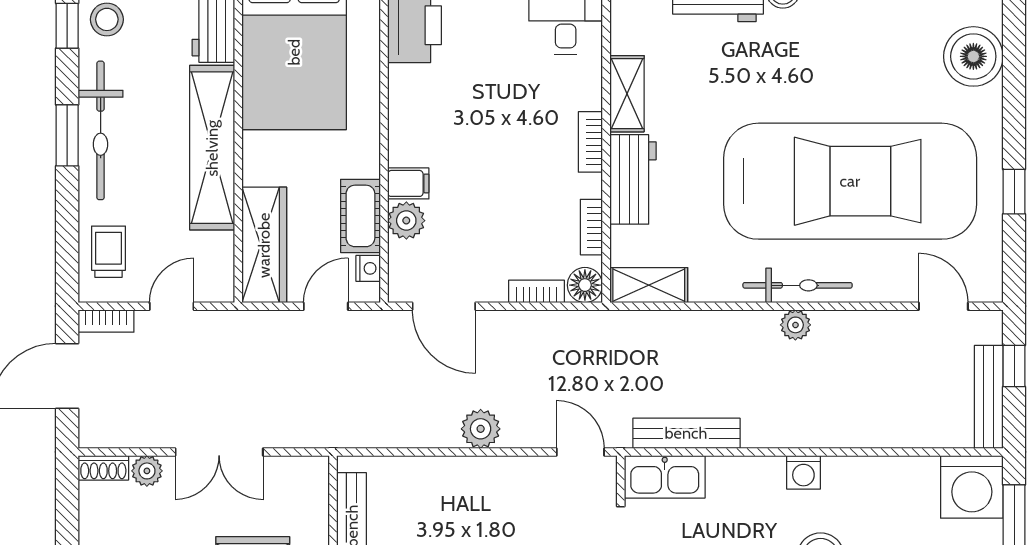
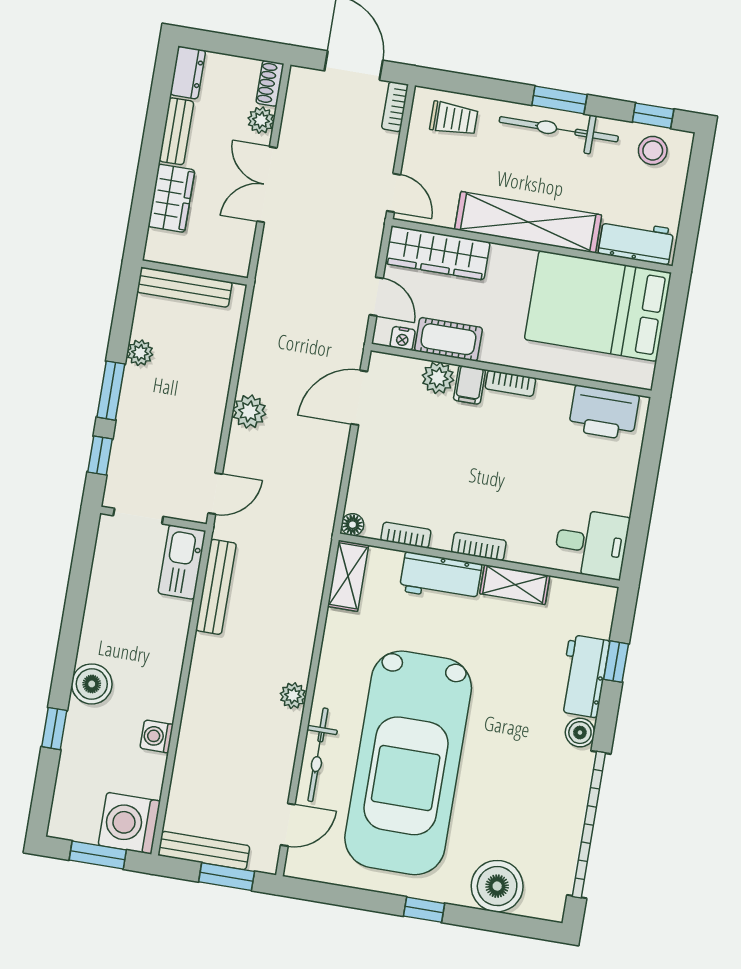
window: (1014, 192) -> (424, 910), moved
floor lamp: (585, 285) -> (353, 525), width x0.73, depth x0.73
bicycle: (798, 285) -> (318, 755), moved
bookcase: (536, 291) -> (510, 383), moved, turned 90
door: (172, 306) -> (394, 193), moved
window: (1014, 366) -> (227, 877), width x1.50
washing machine: (803, 472) -> (157, 736), moved

